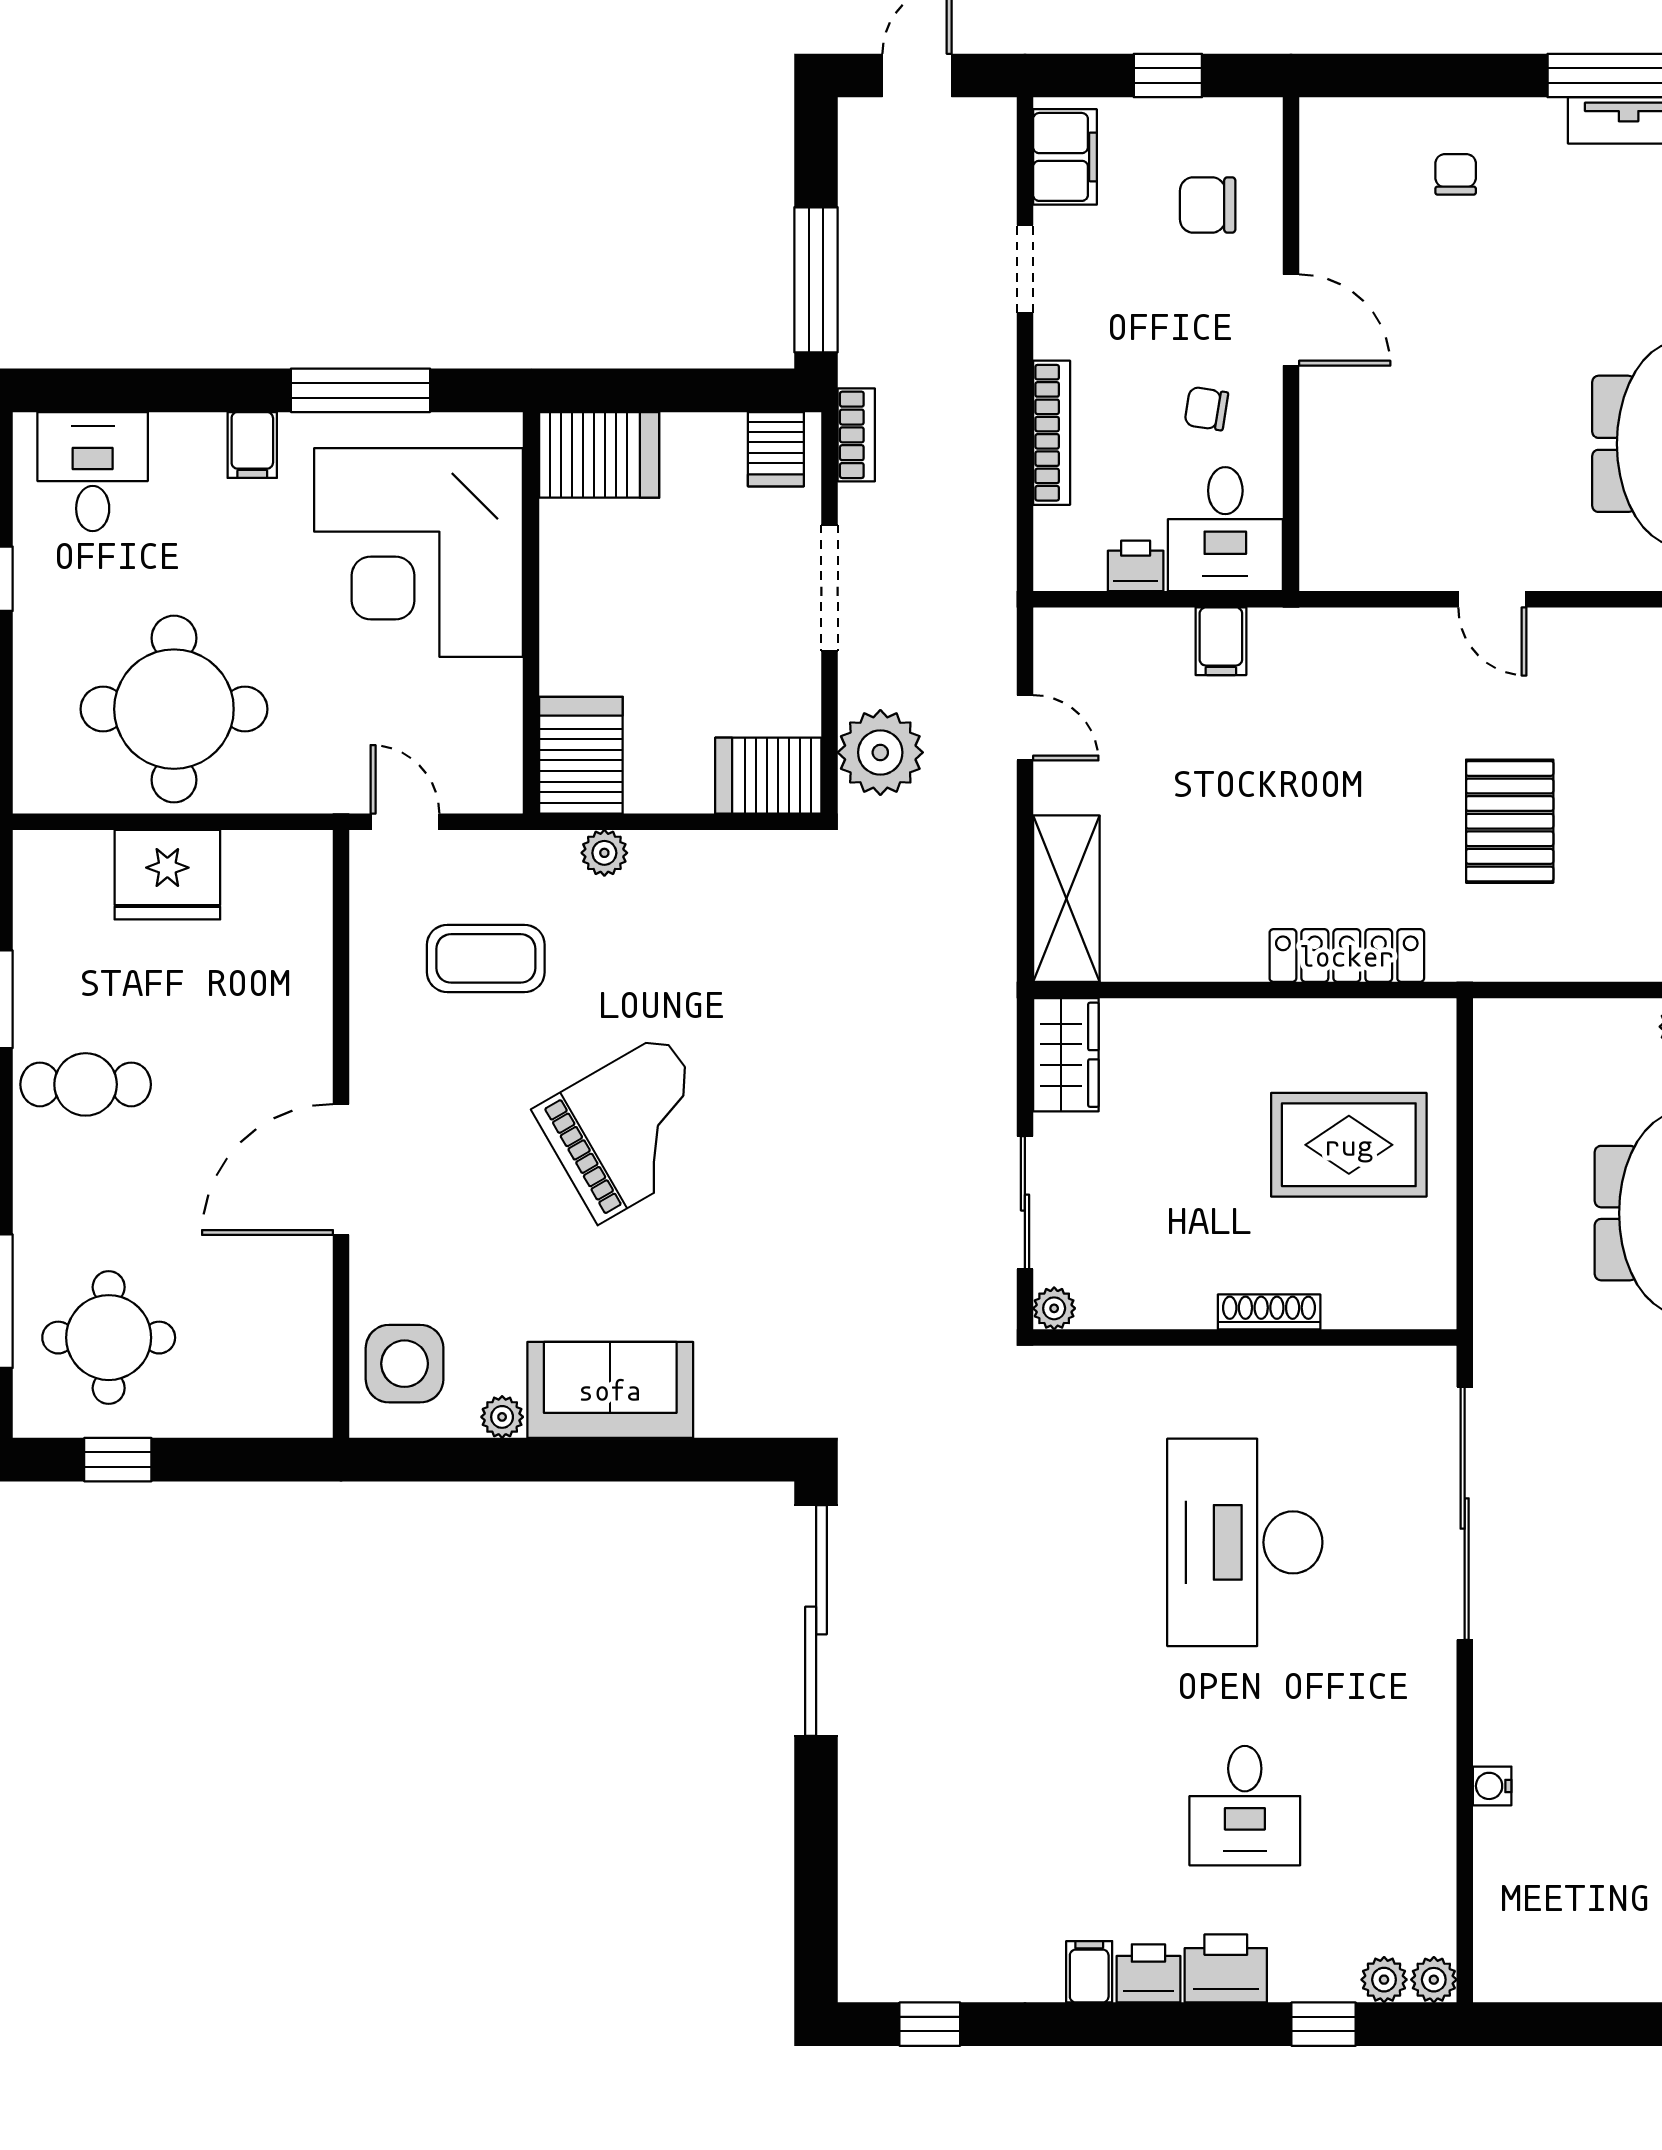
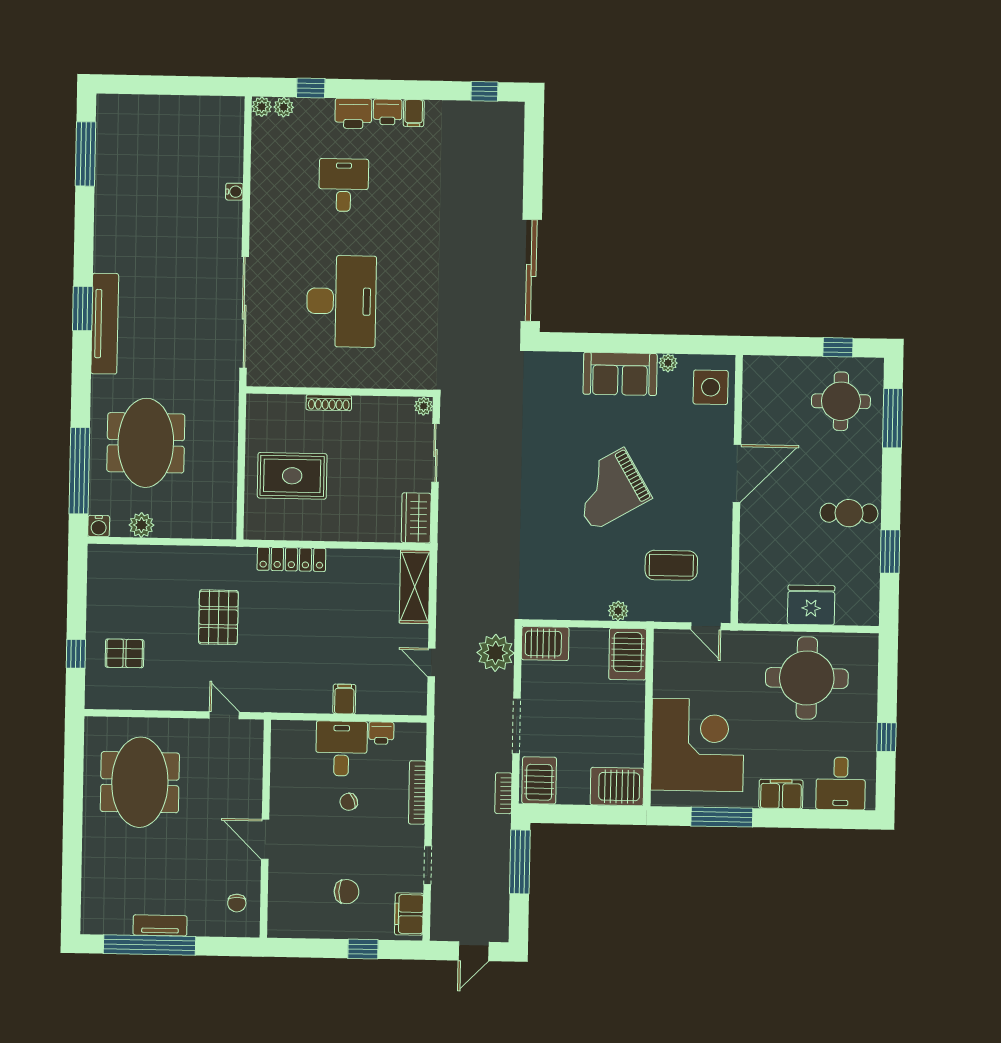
door: (1291, 320) -> (265, 839), moved
wall: (1291, 344) -> (265, 829), moved
chair: (1206, 409) -> (349, 802), turned 148
filing cabinet: (252, 445) -> (781, 794), width x2.00
server rack: (776, 449) -> (539, 780), width x1.36, depth x1.44

